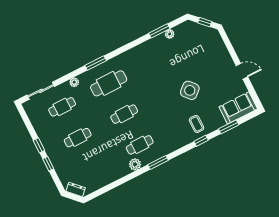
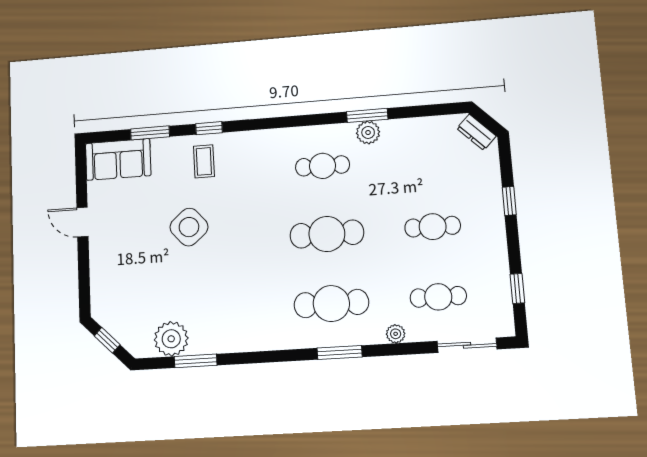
plant: (170, 34) -> (171, 339), width x1.87, depth x1.87
cafe table: (124, 114) -> (327, 234), width x1.37, depth x1.35
window: (39, 145) -> (517, 288), moved
window: (158, 163) -> (367, 115), moved
plant: (135, 164) -> (368, 132), moved

